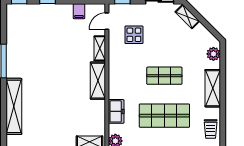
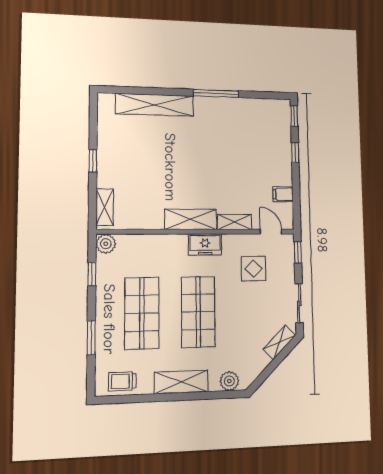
shop shelf: (164, 76) -> (198, 312), width x1.43, depth x1.36
freezer: (116, 111) -> (205, 244), moved

